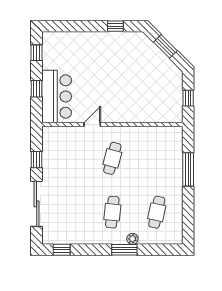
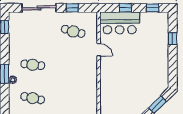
window: (115, 26) -> (173, 38), moved
cafe table: (112, 158) -> (73, 31), moved

